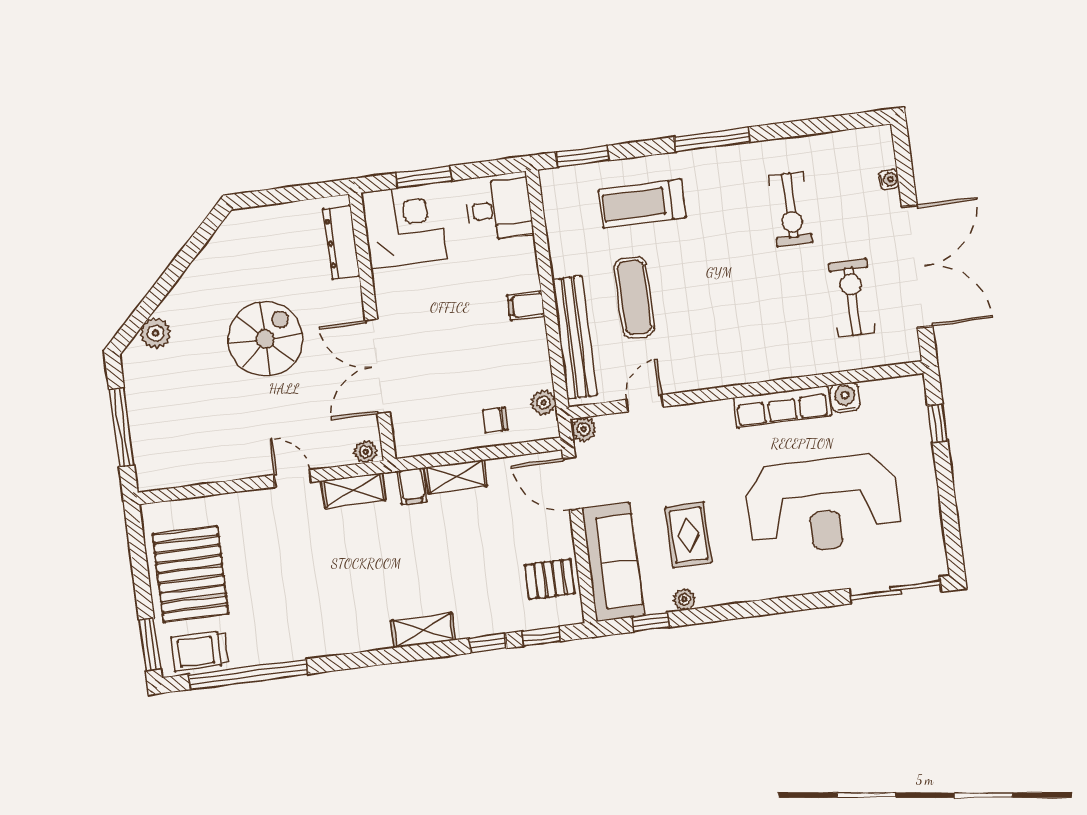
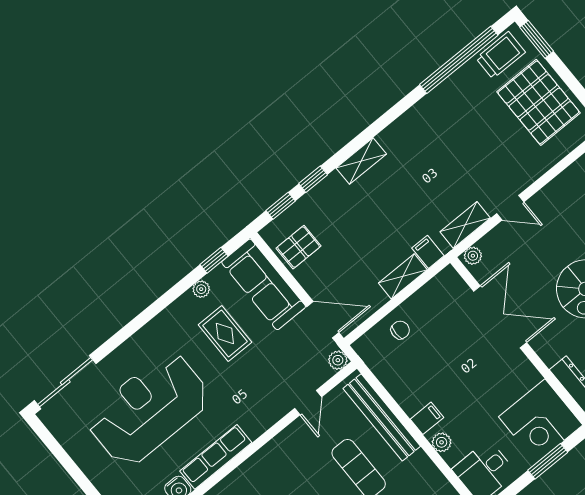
plant: (544, 403) -> (442, 442), moved

